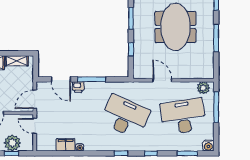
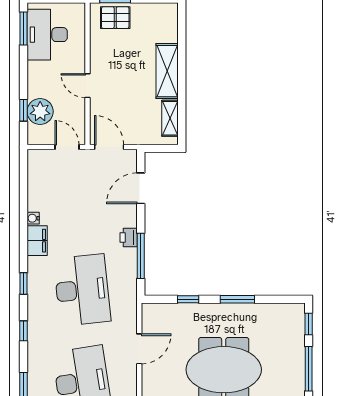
window: (91, 79) -> (141, 256), moved
printer: (78, 87) -> (129, 238), moved
desk: (125, 116) -> (82, 290), turned -30
door: (35, 126) -> (67, 147), hinge flipped
filing cabinet: (66, 145) -> (37, 241), moved

